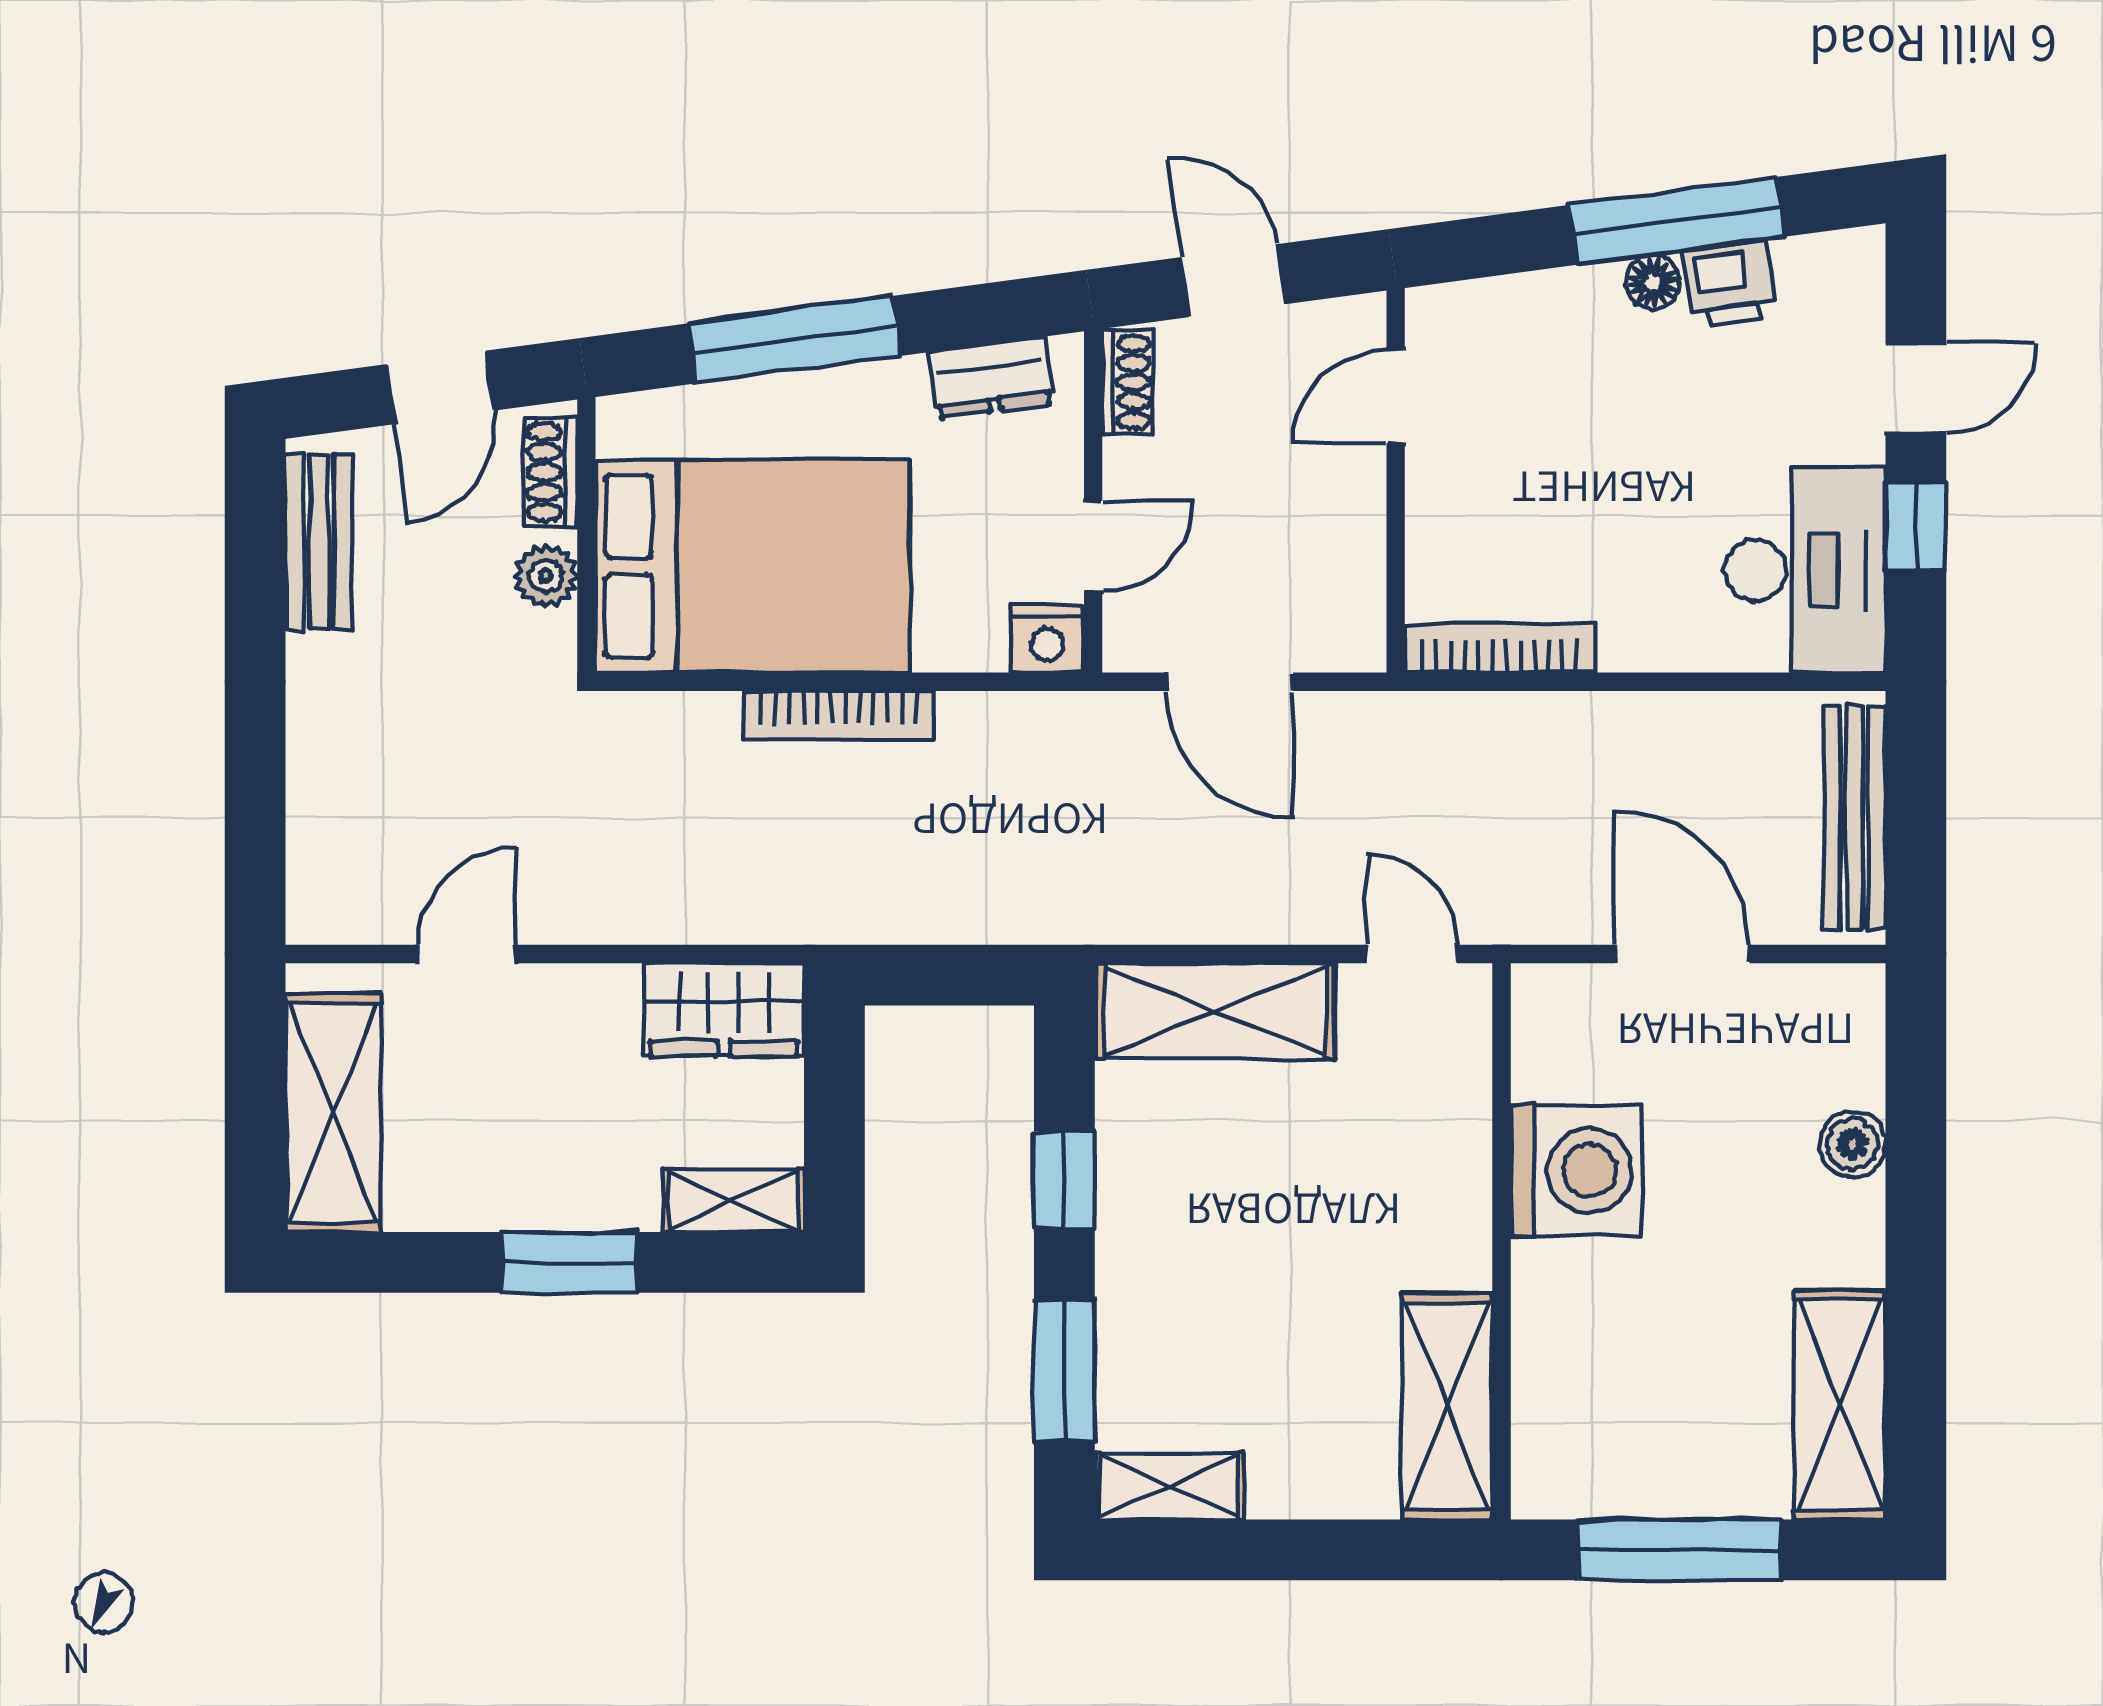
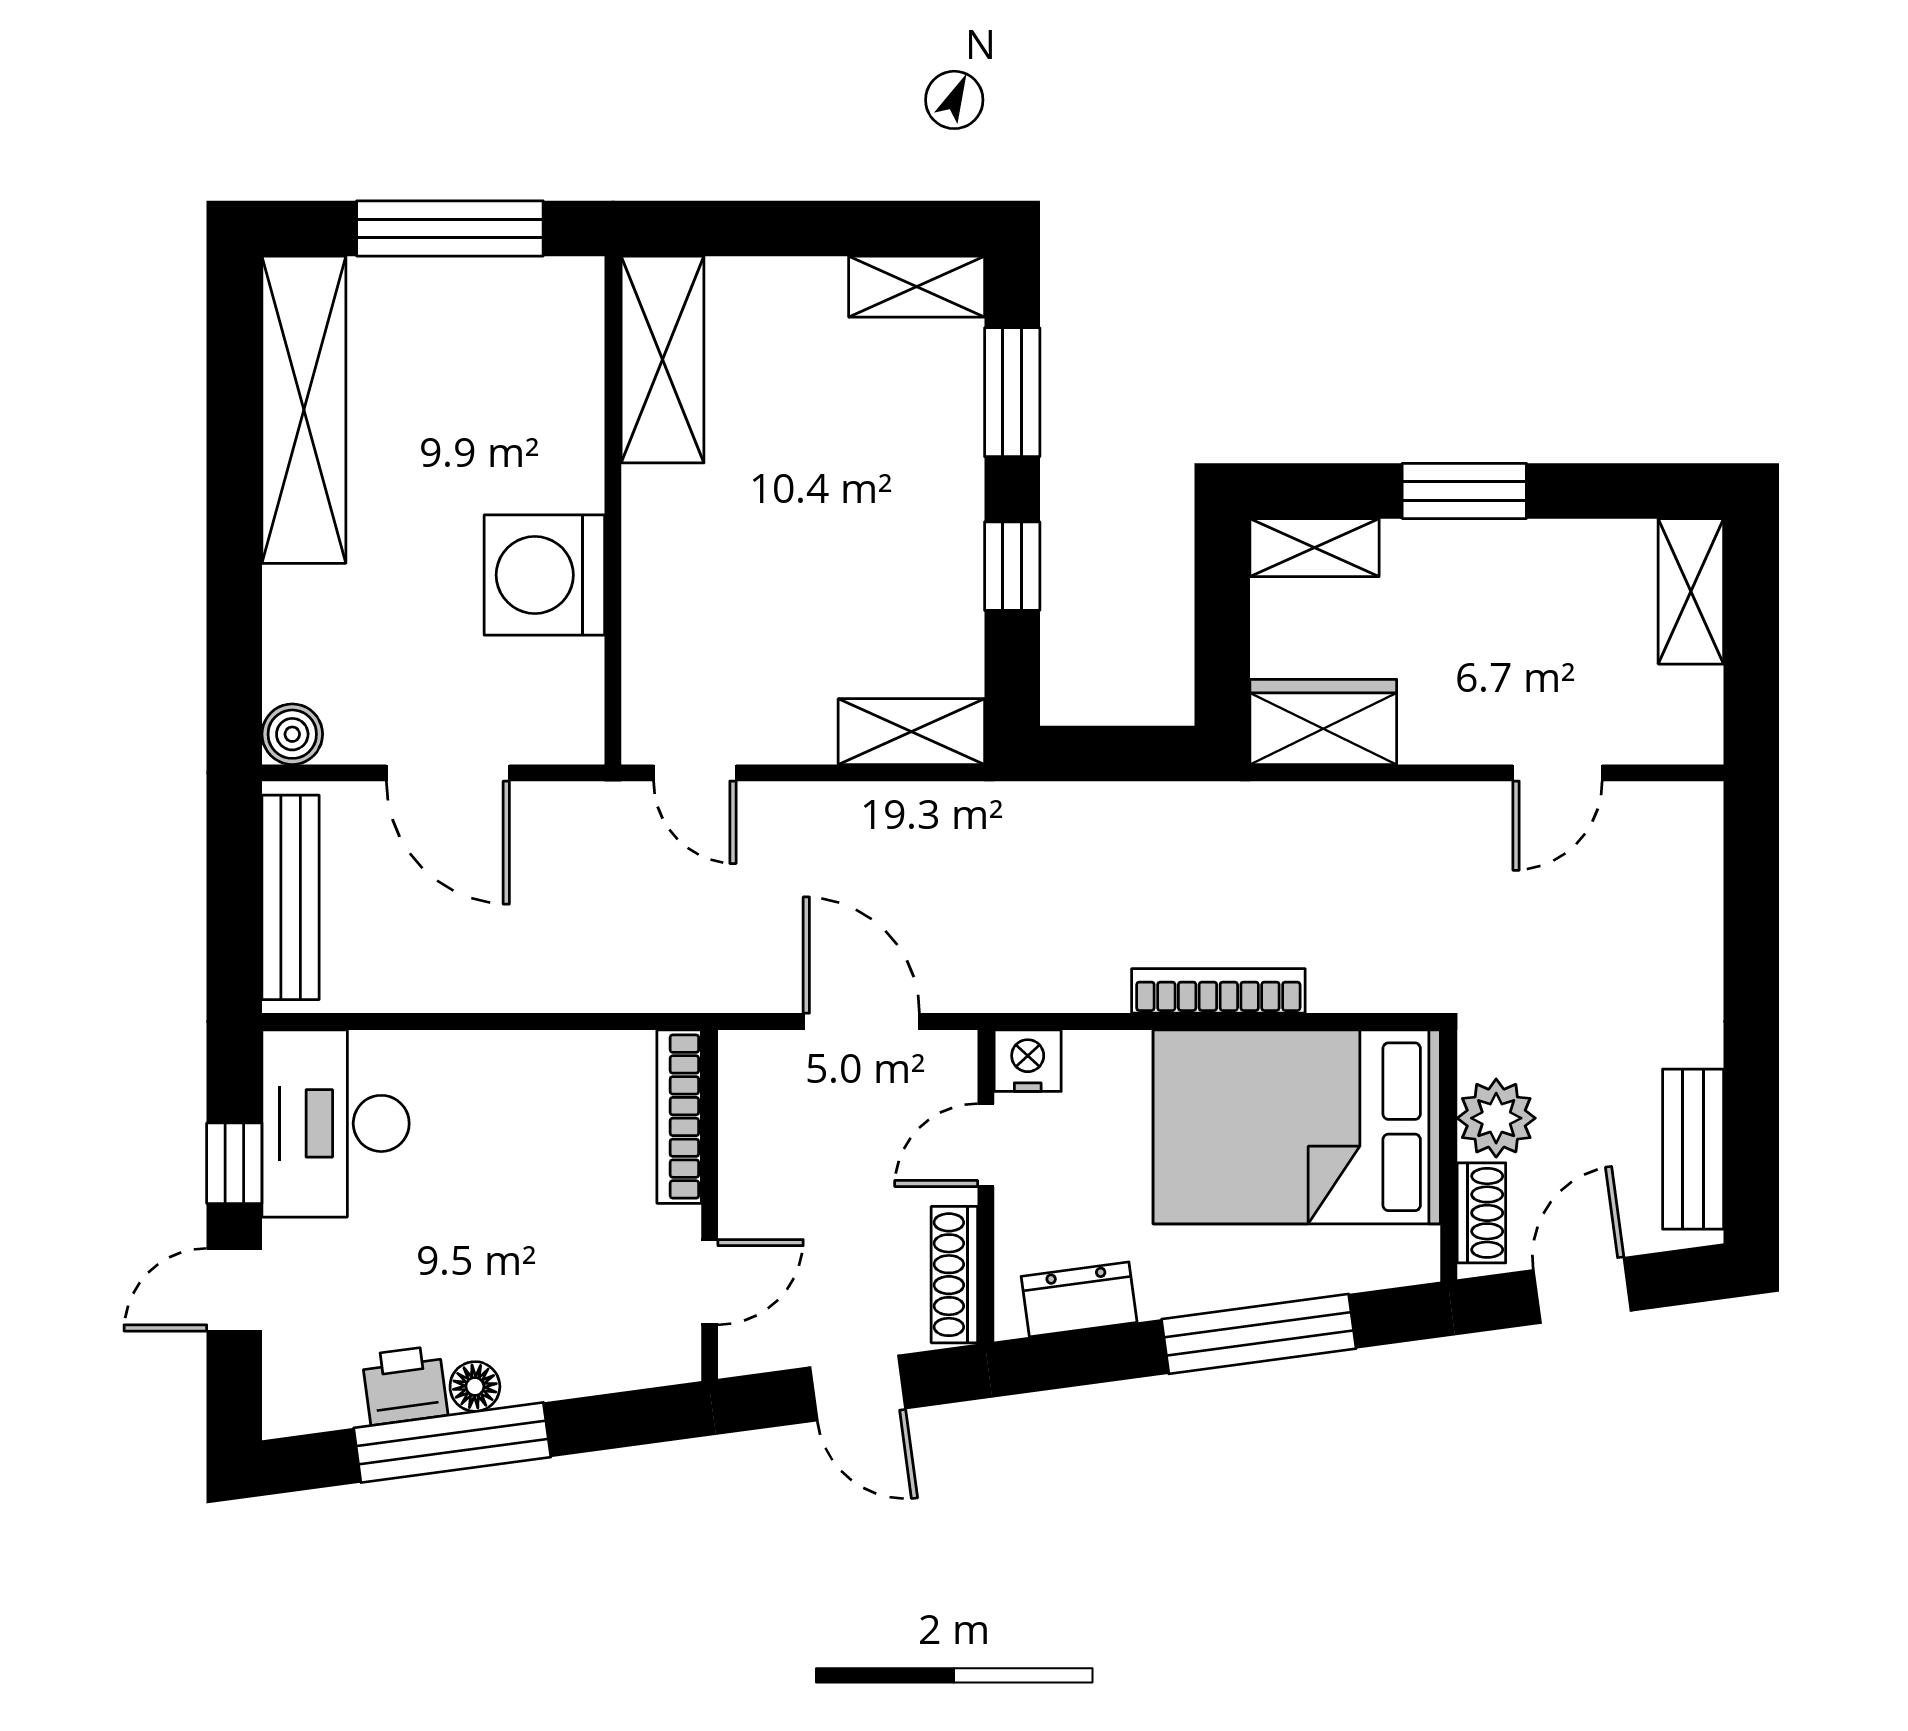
shoe rack: (1128, 382) -> (954, 1275), width x1.43
plant: (546, 576) -> (1496, 1118), width x1.38, depth x1.38
bookcase: (1500, 648) -> (679, 1117), moved, turned 90
shelving: (1215, 1011) -> (911, 732), width x0.67, depth x0.75
shelving: (333, 1113) -> (1691, 591), width x0.67, depth x0.75
boiler: (1852, 1144) -> (292, 734), moved
shelving: (1840, 1405) -> (304, 410), width x1.47

